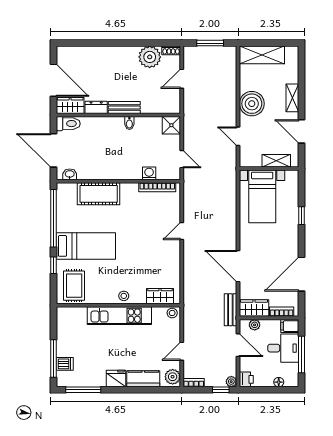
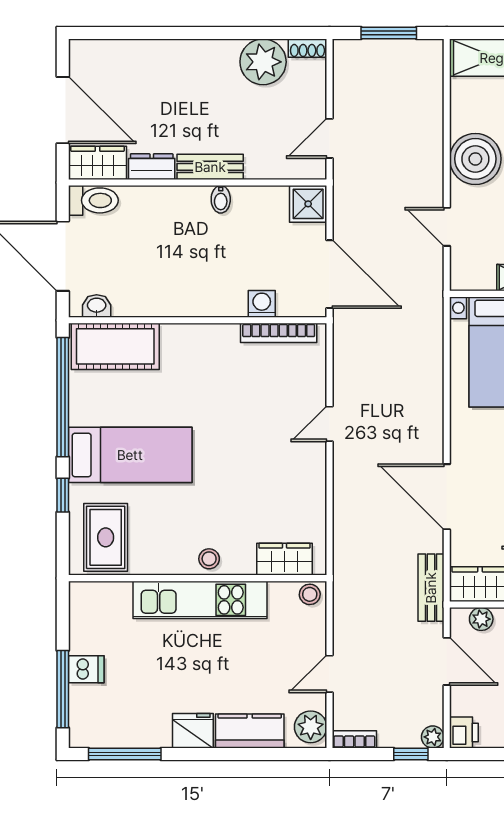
door: (182, 79) -> (330, 138), moved
door: (182, 159) -> (330, 274), width x1.88
cot: (99, 194) -> (115, 346), moved
dishwasher: (65, 364) -> (86, 669), moved

